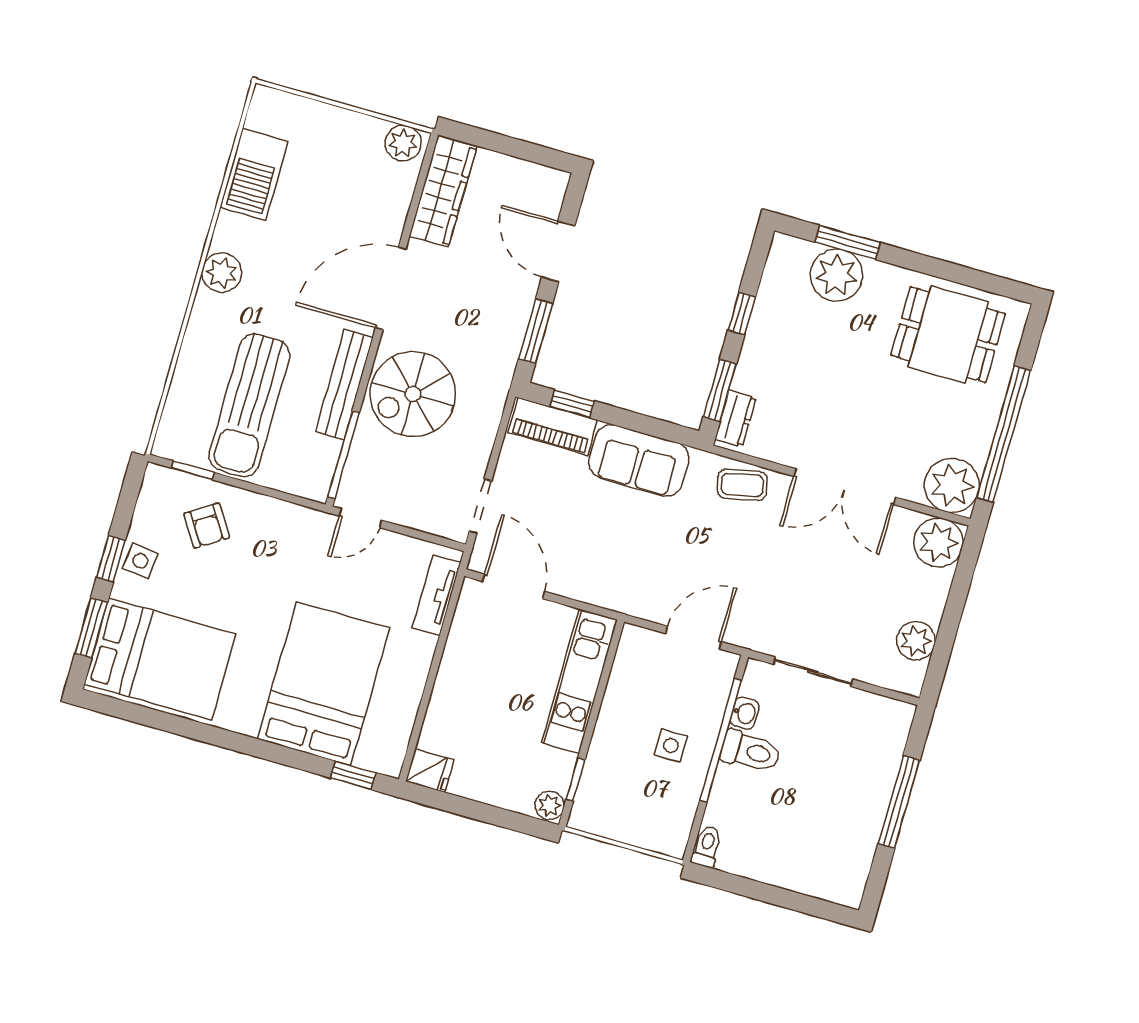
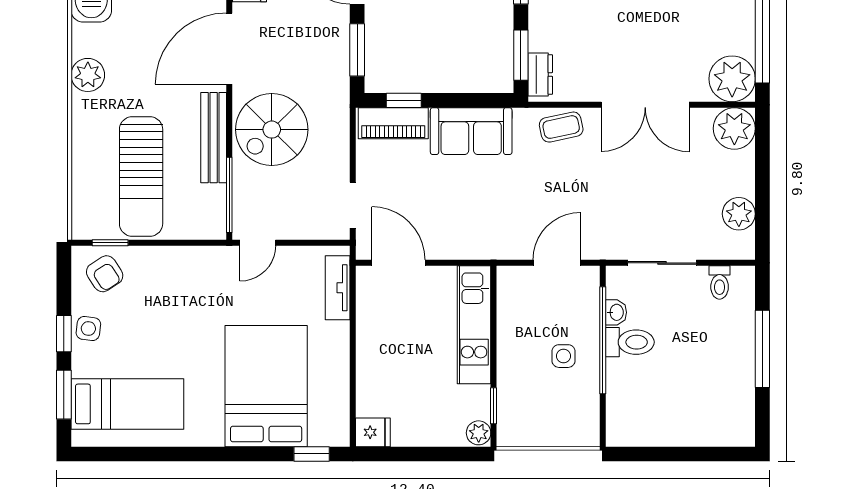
armchair: (207, 526) -> (105, 274), moved
bed: (160, 659) -> (127, 404), width x0.67
toilet: (707, 847) -> (720, 282), moved, turned 180

